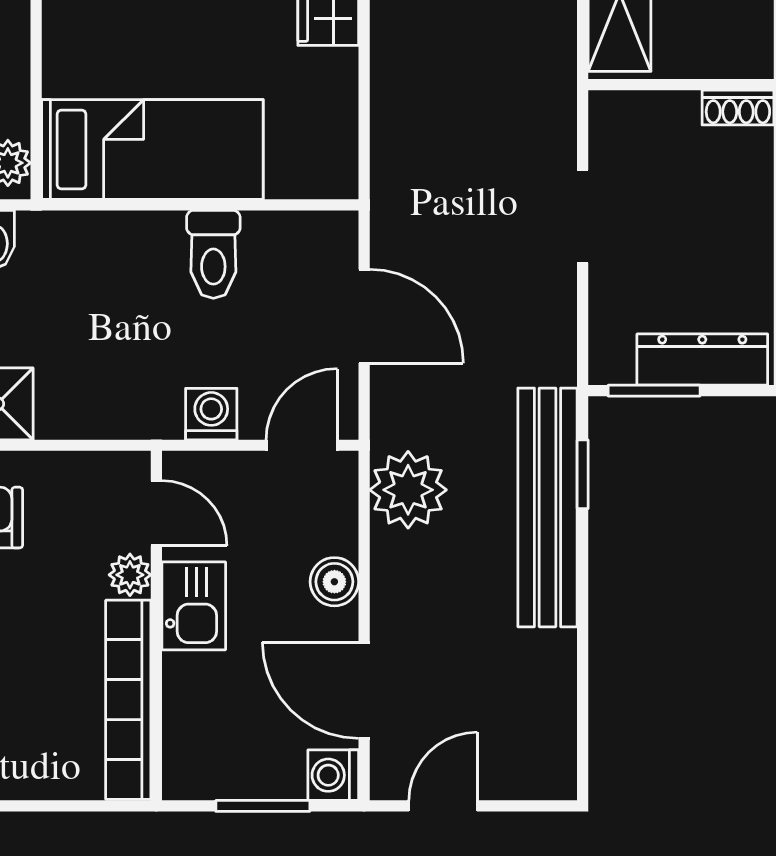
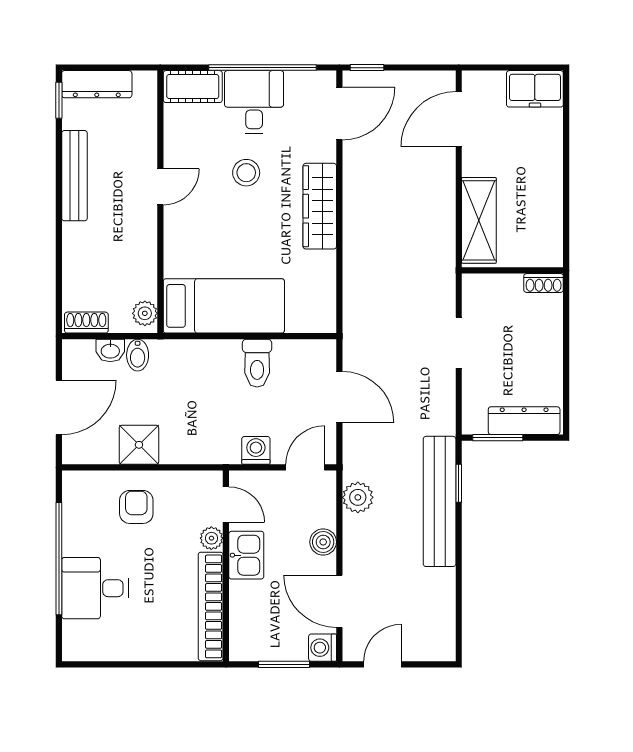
plant: (408, 490) -> (358, 497), width x0.73, depth x0.73

